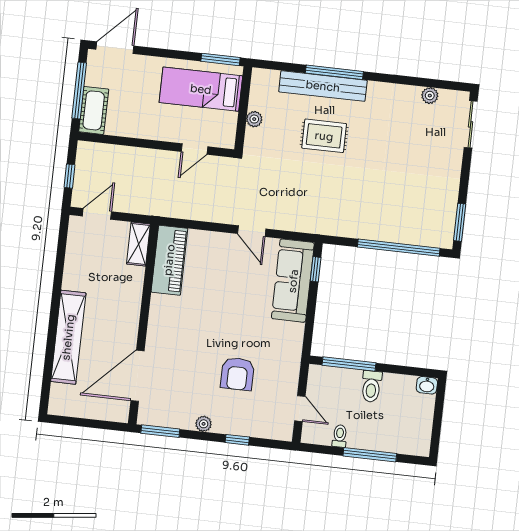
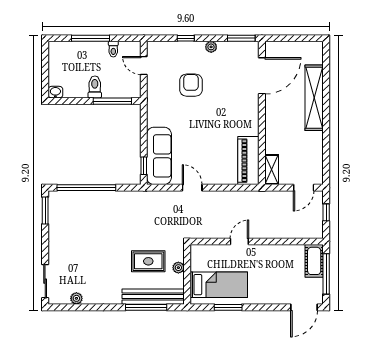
bed: (201, 89) -> (219, 285), moved
wall: (243, 108) -> (187, 274), moved
plant: (254, 119) -> (178, 268), moved

